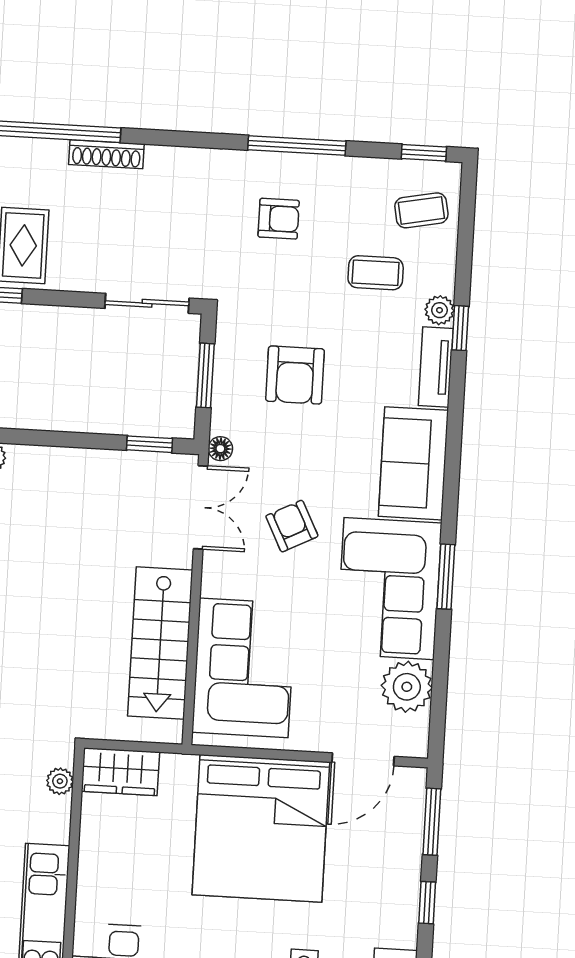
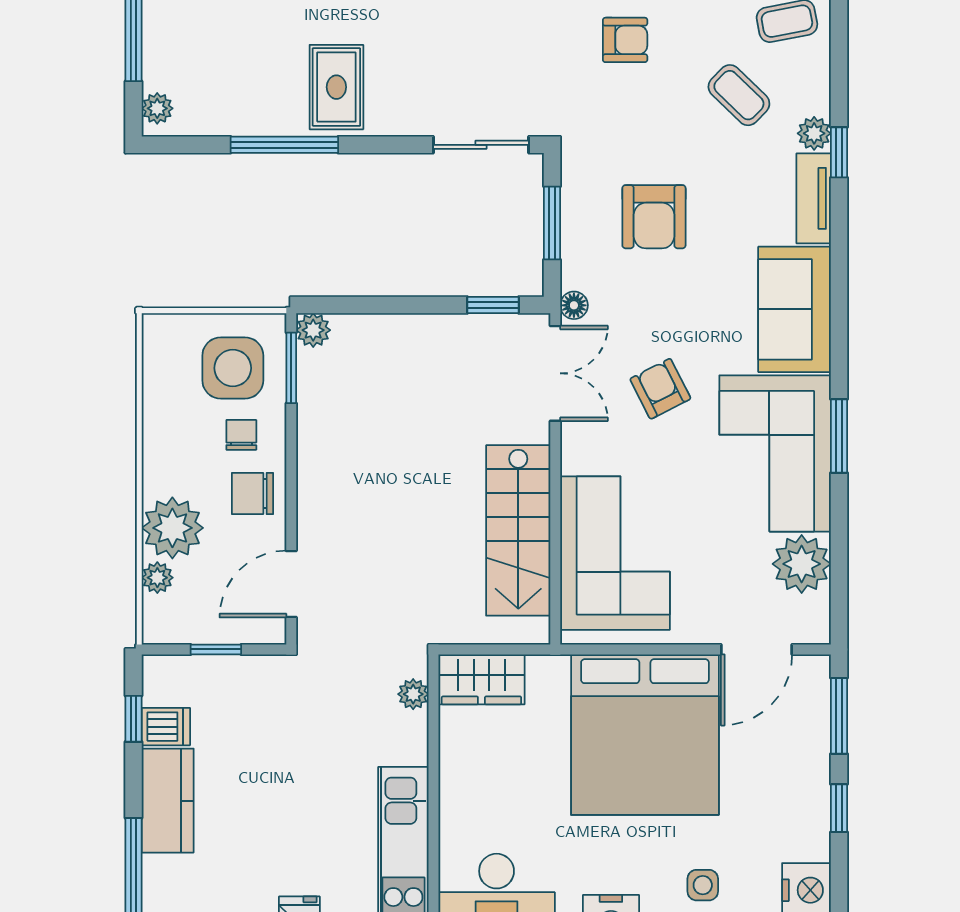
coffee table: (376, 273) -> (739, 95), turned 44

